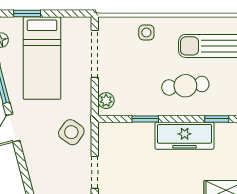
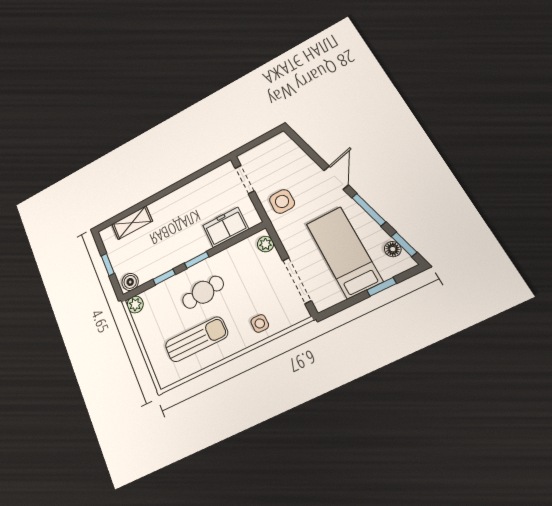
window: (145, 119) -> (197, 260), moved
side table: (71, 132) -> (282, 201), turned -35
freezer: (185, 136) -> (226, 227), moved, width x0.71

